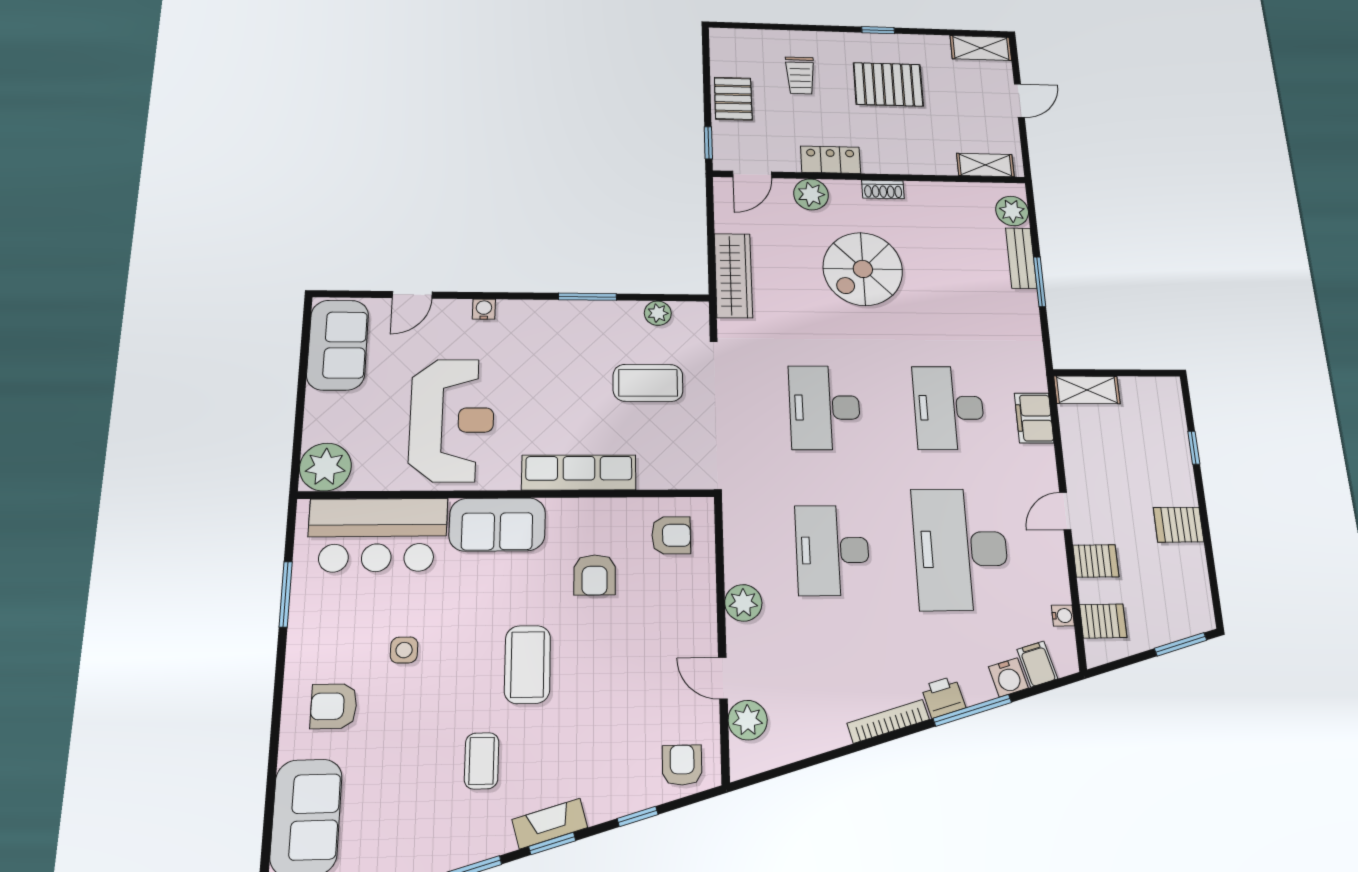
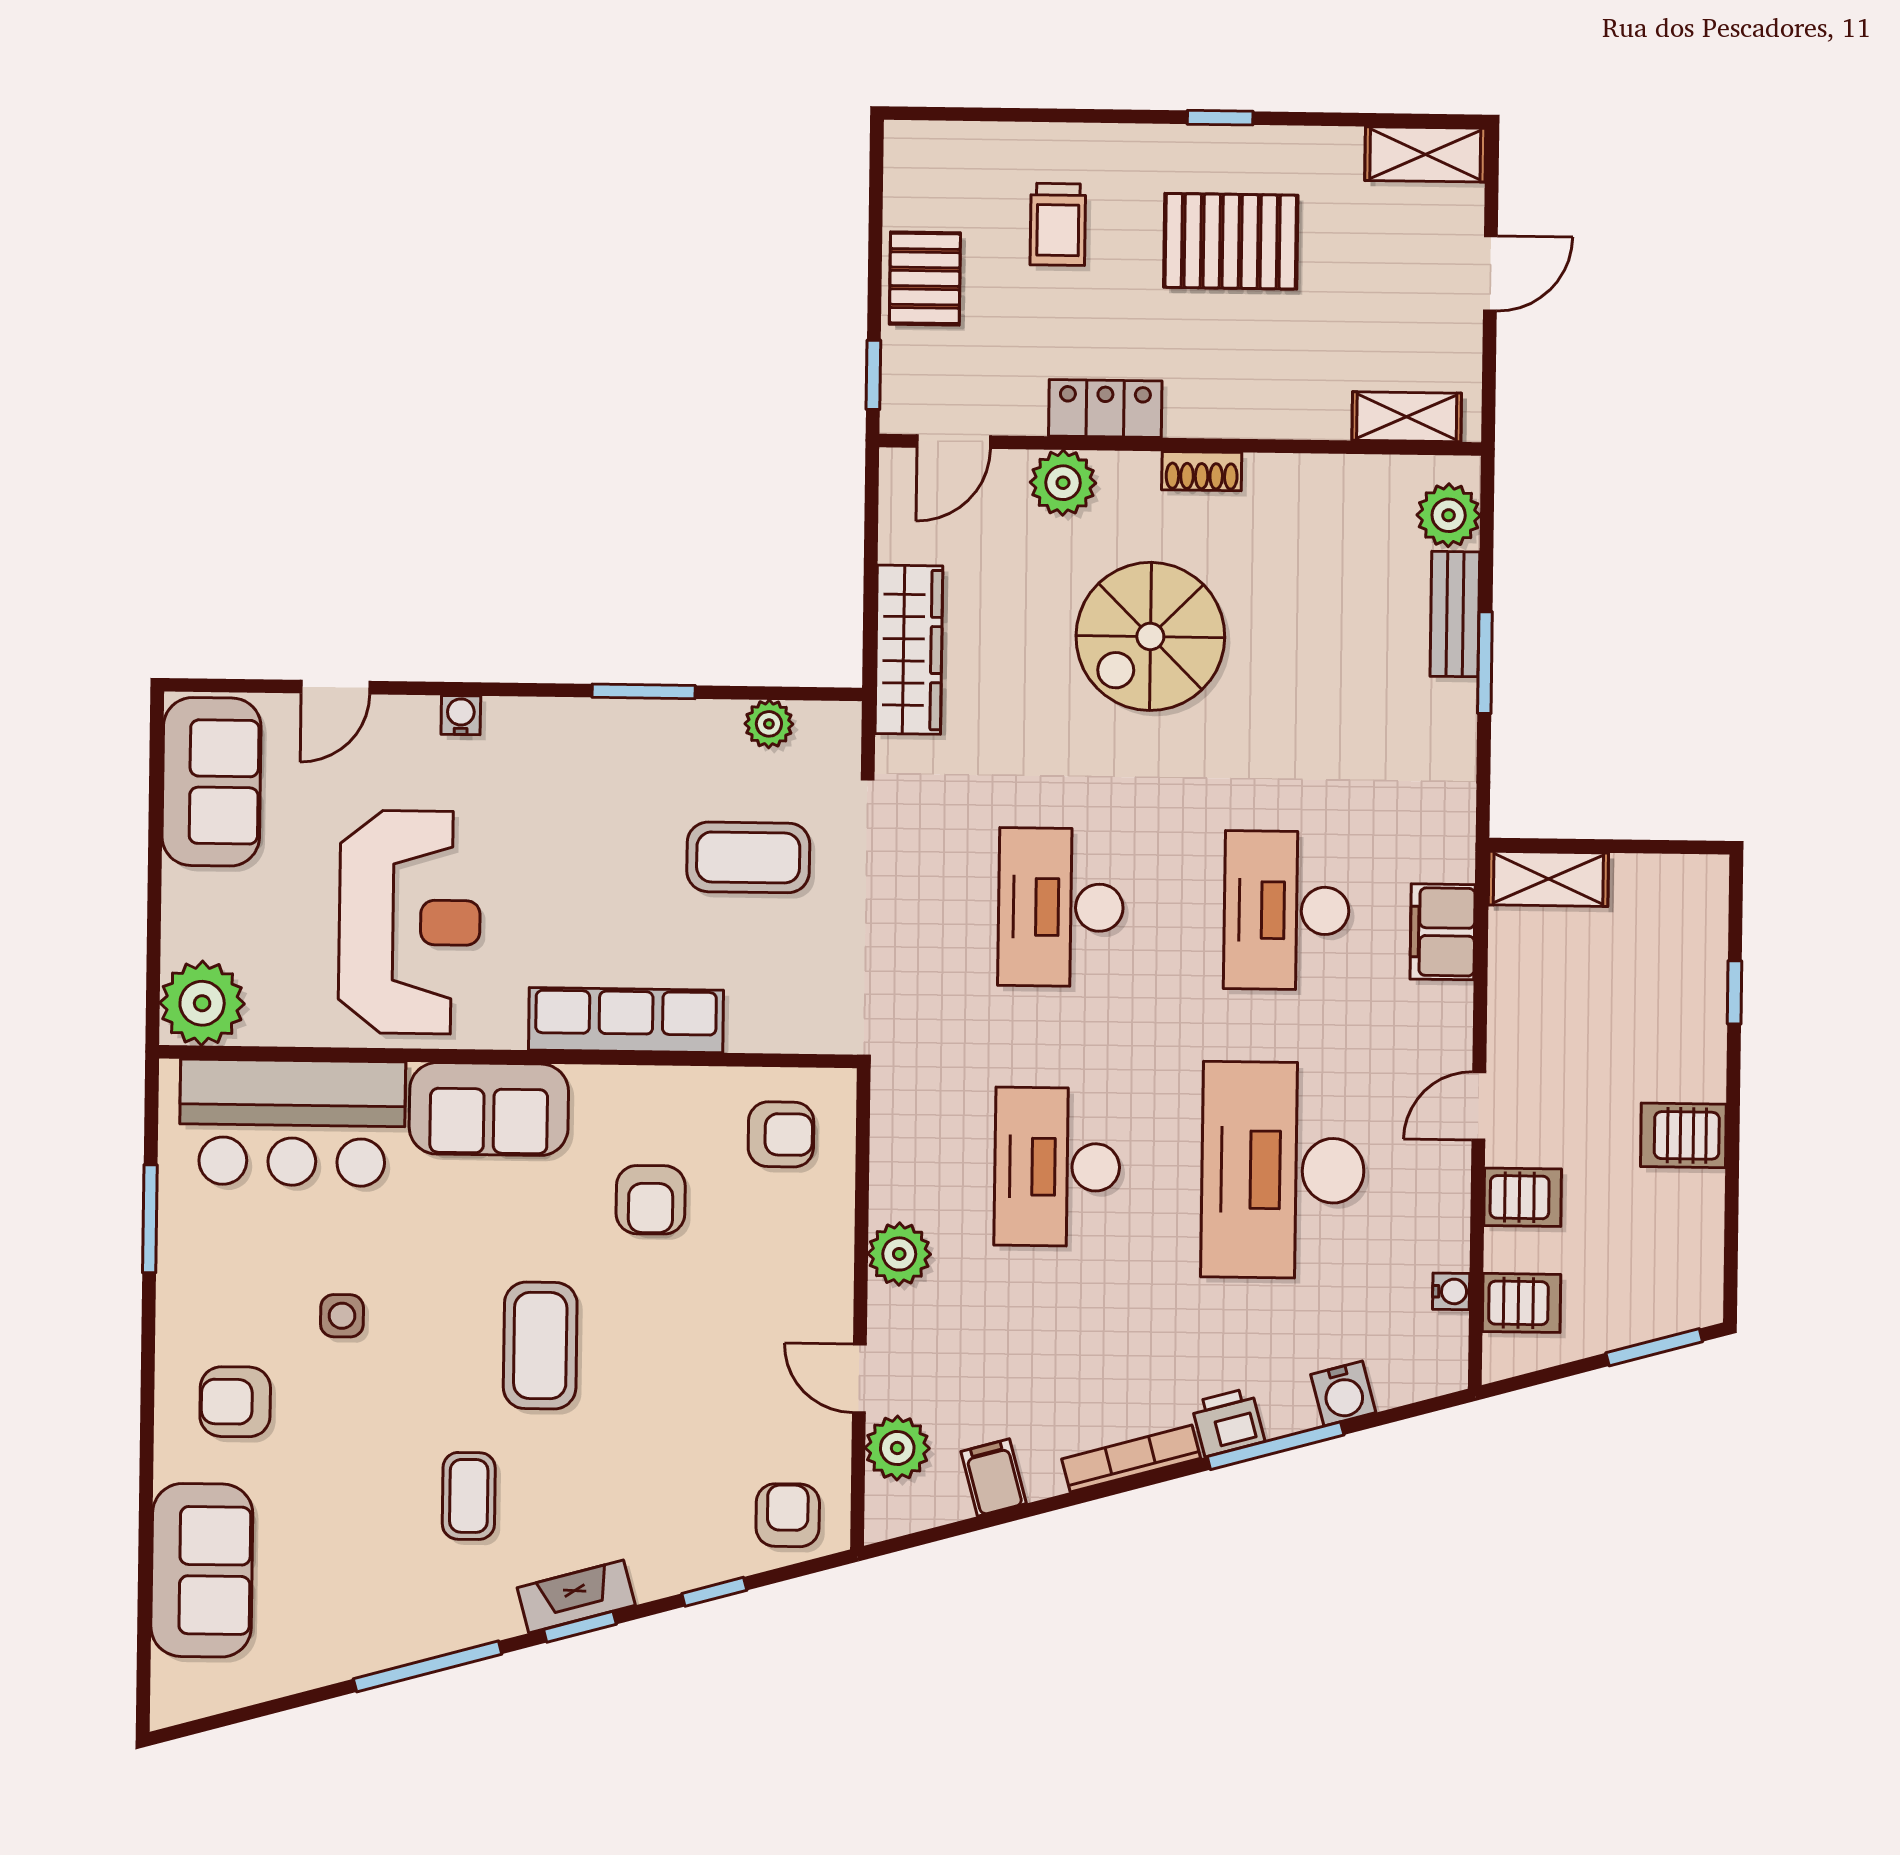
filing cabinet: (1037, 664) -> (994, 1478), moved

